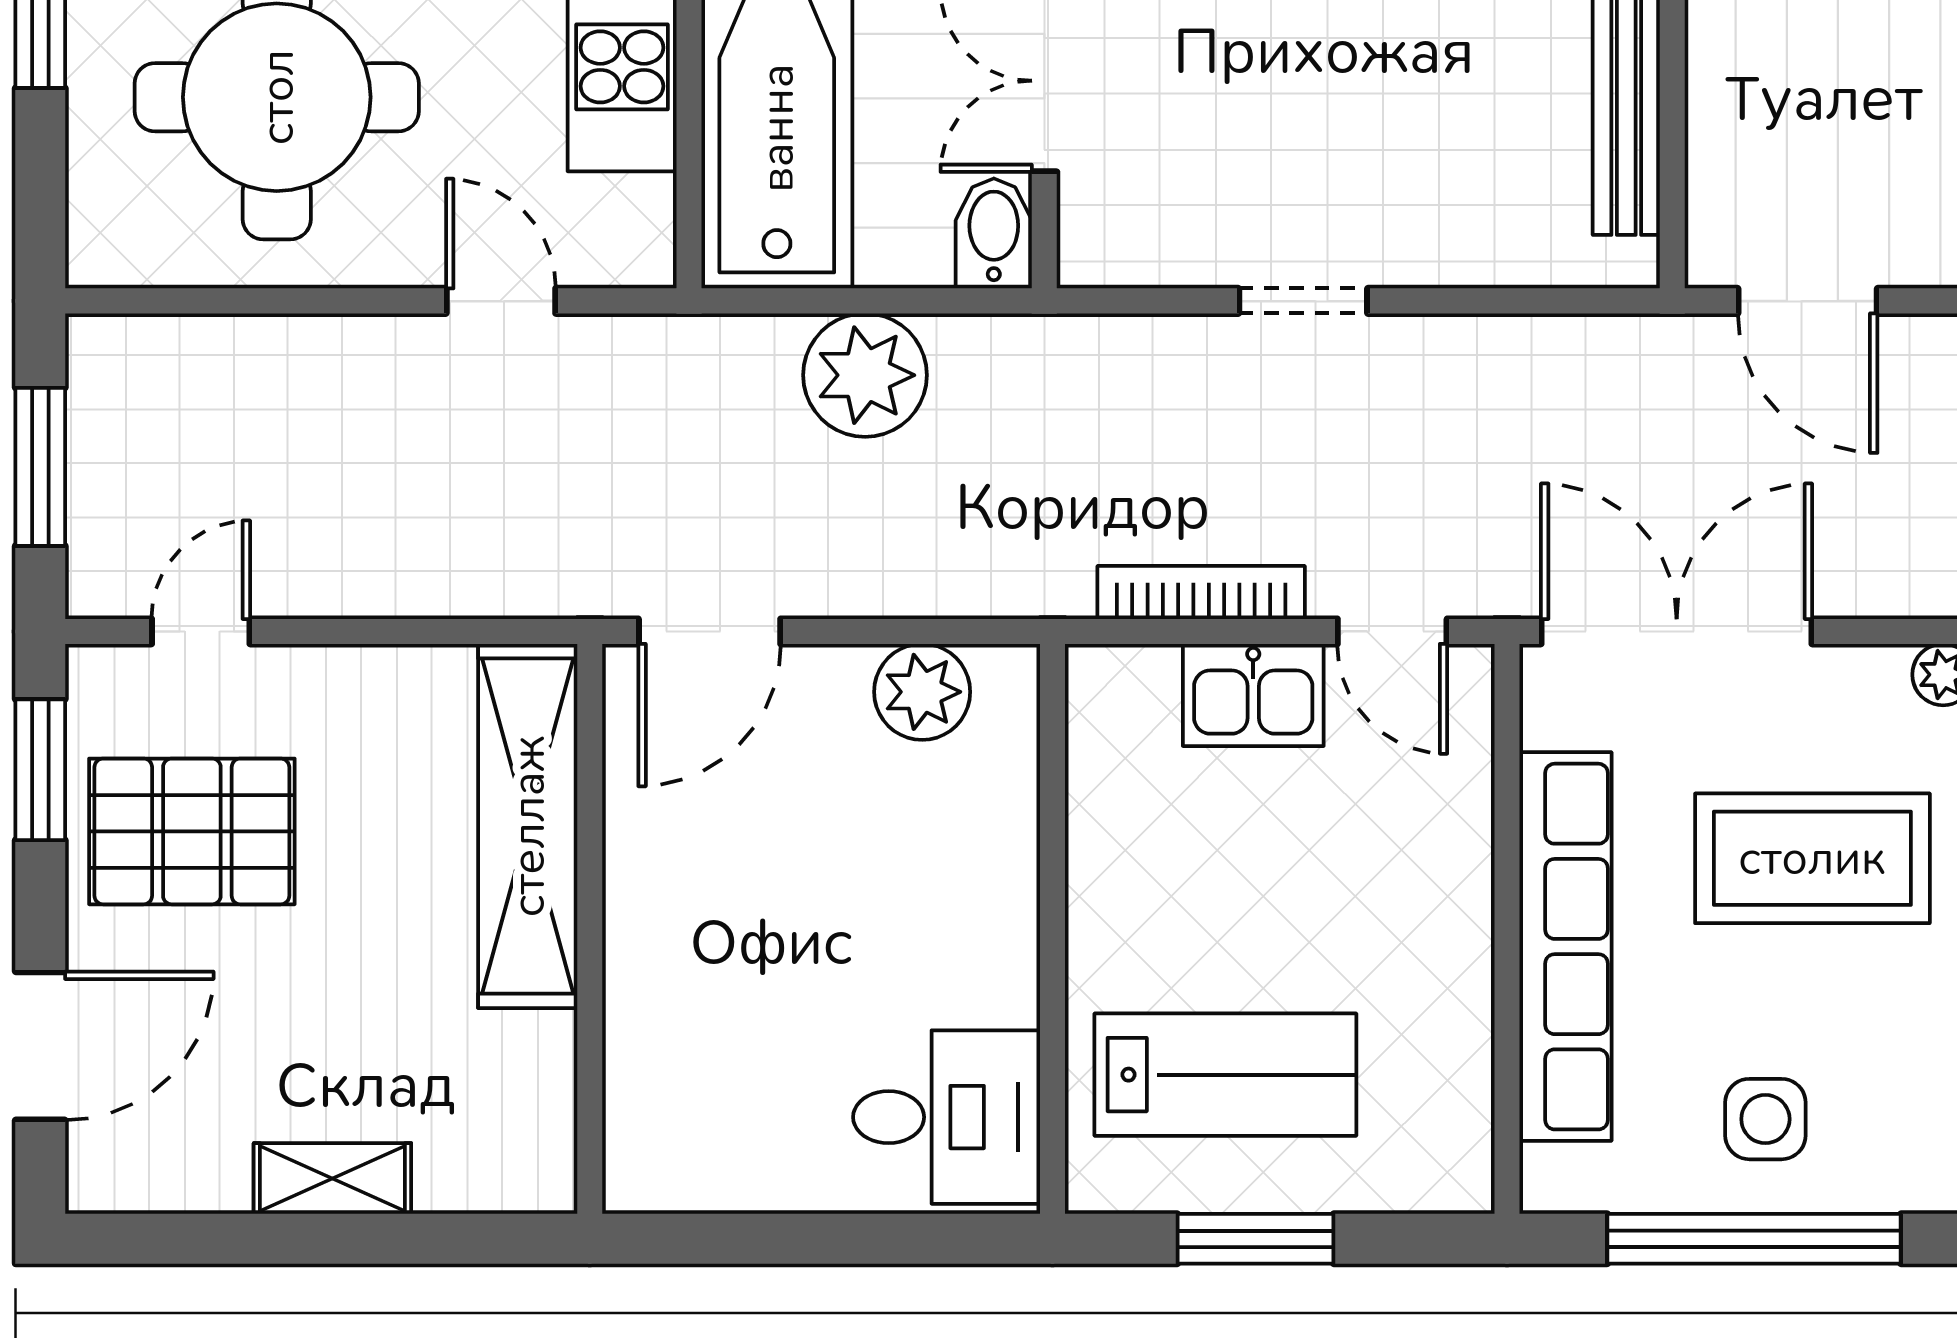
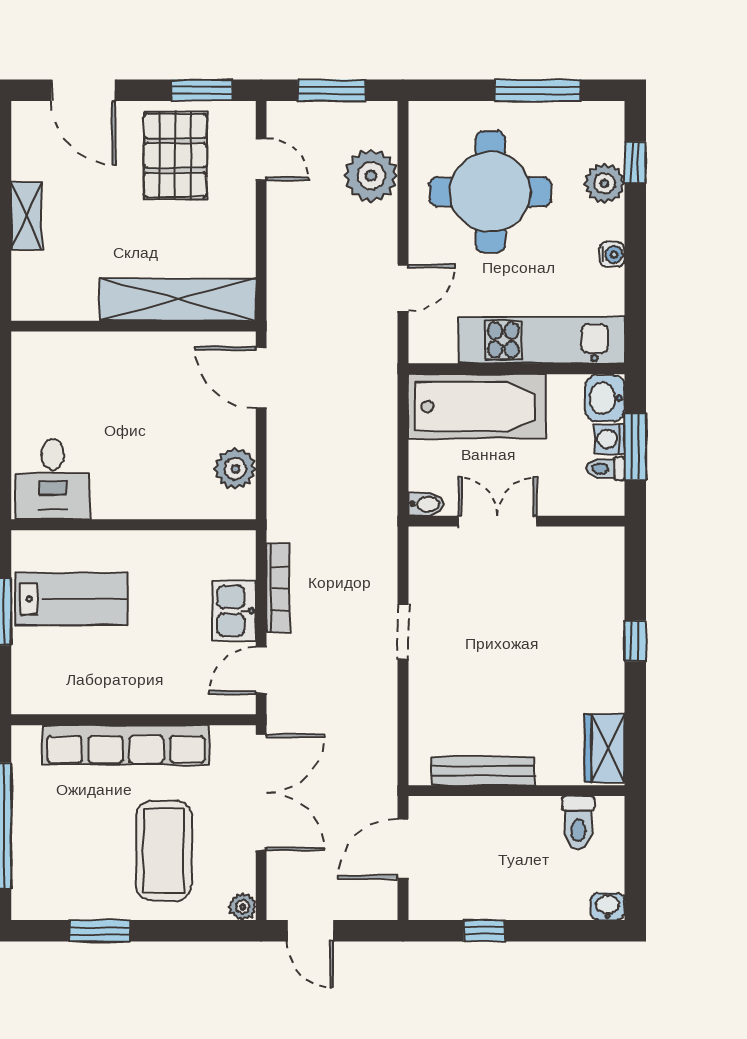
bidet: (994, 233) -> (426, 504), width x0.72, depth x0.74
plant: (865, 375) -> (371, 176), moved
lab bench: (1225, 1075) -> (71, 599), turned -90
side table: (1765, 1119) -> (52, 831), removed

